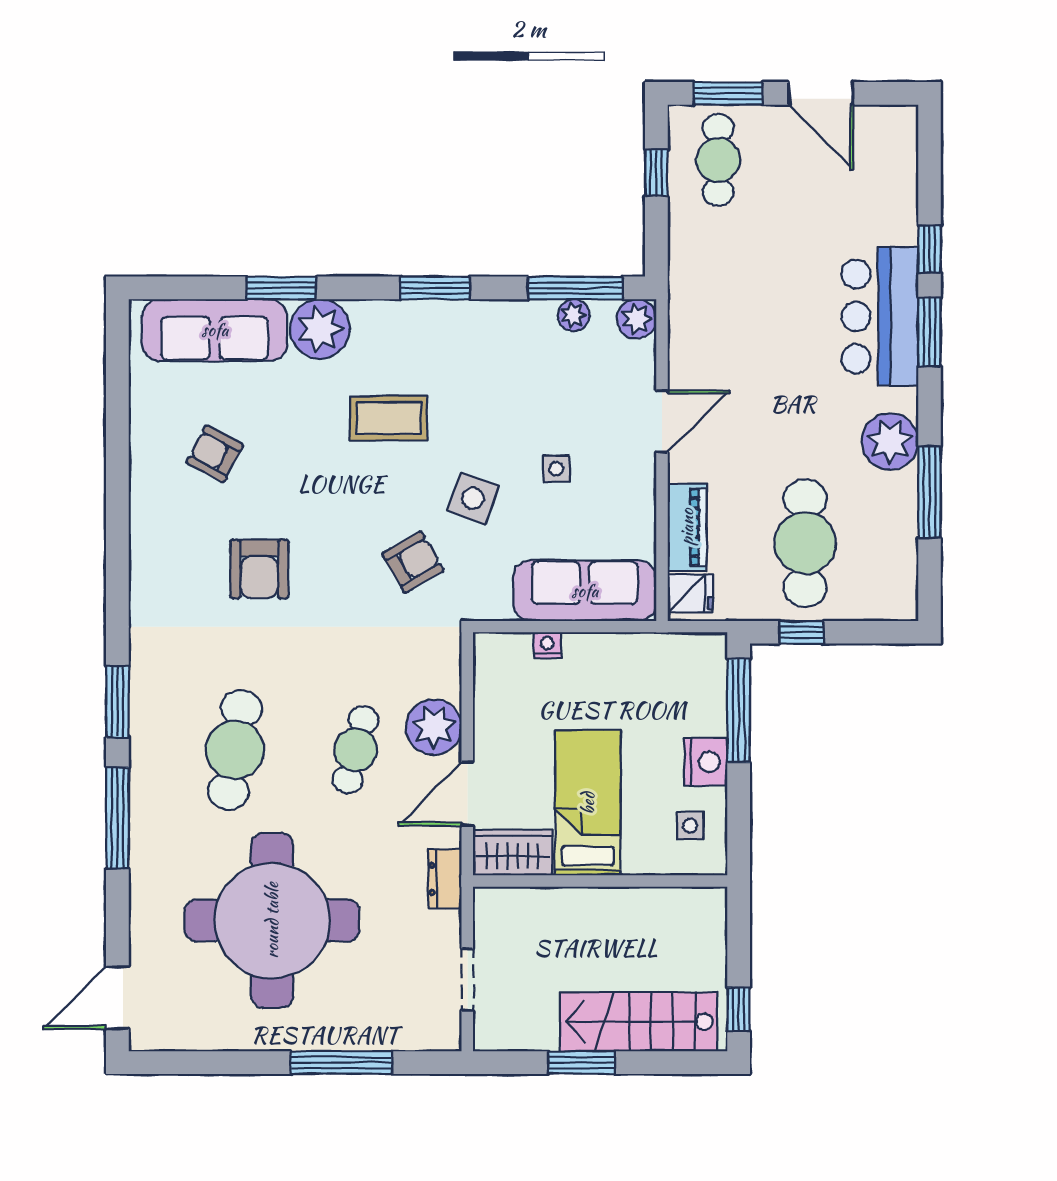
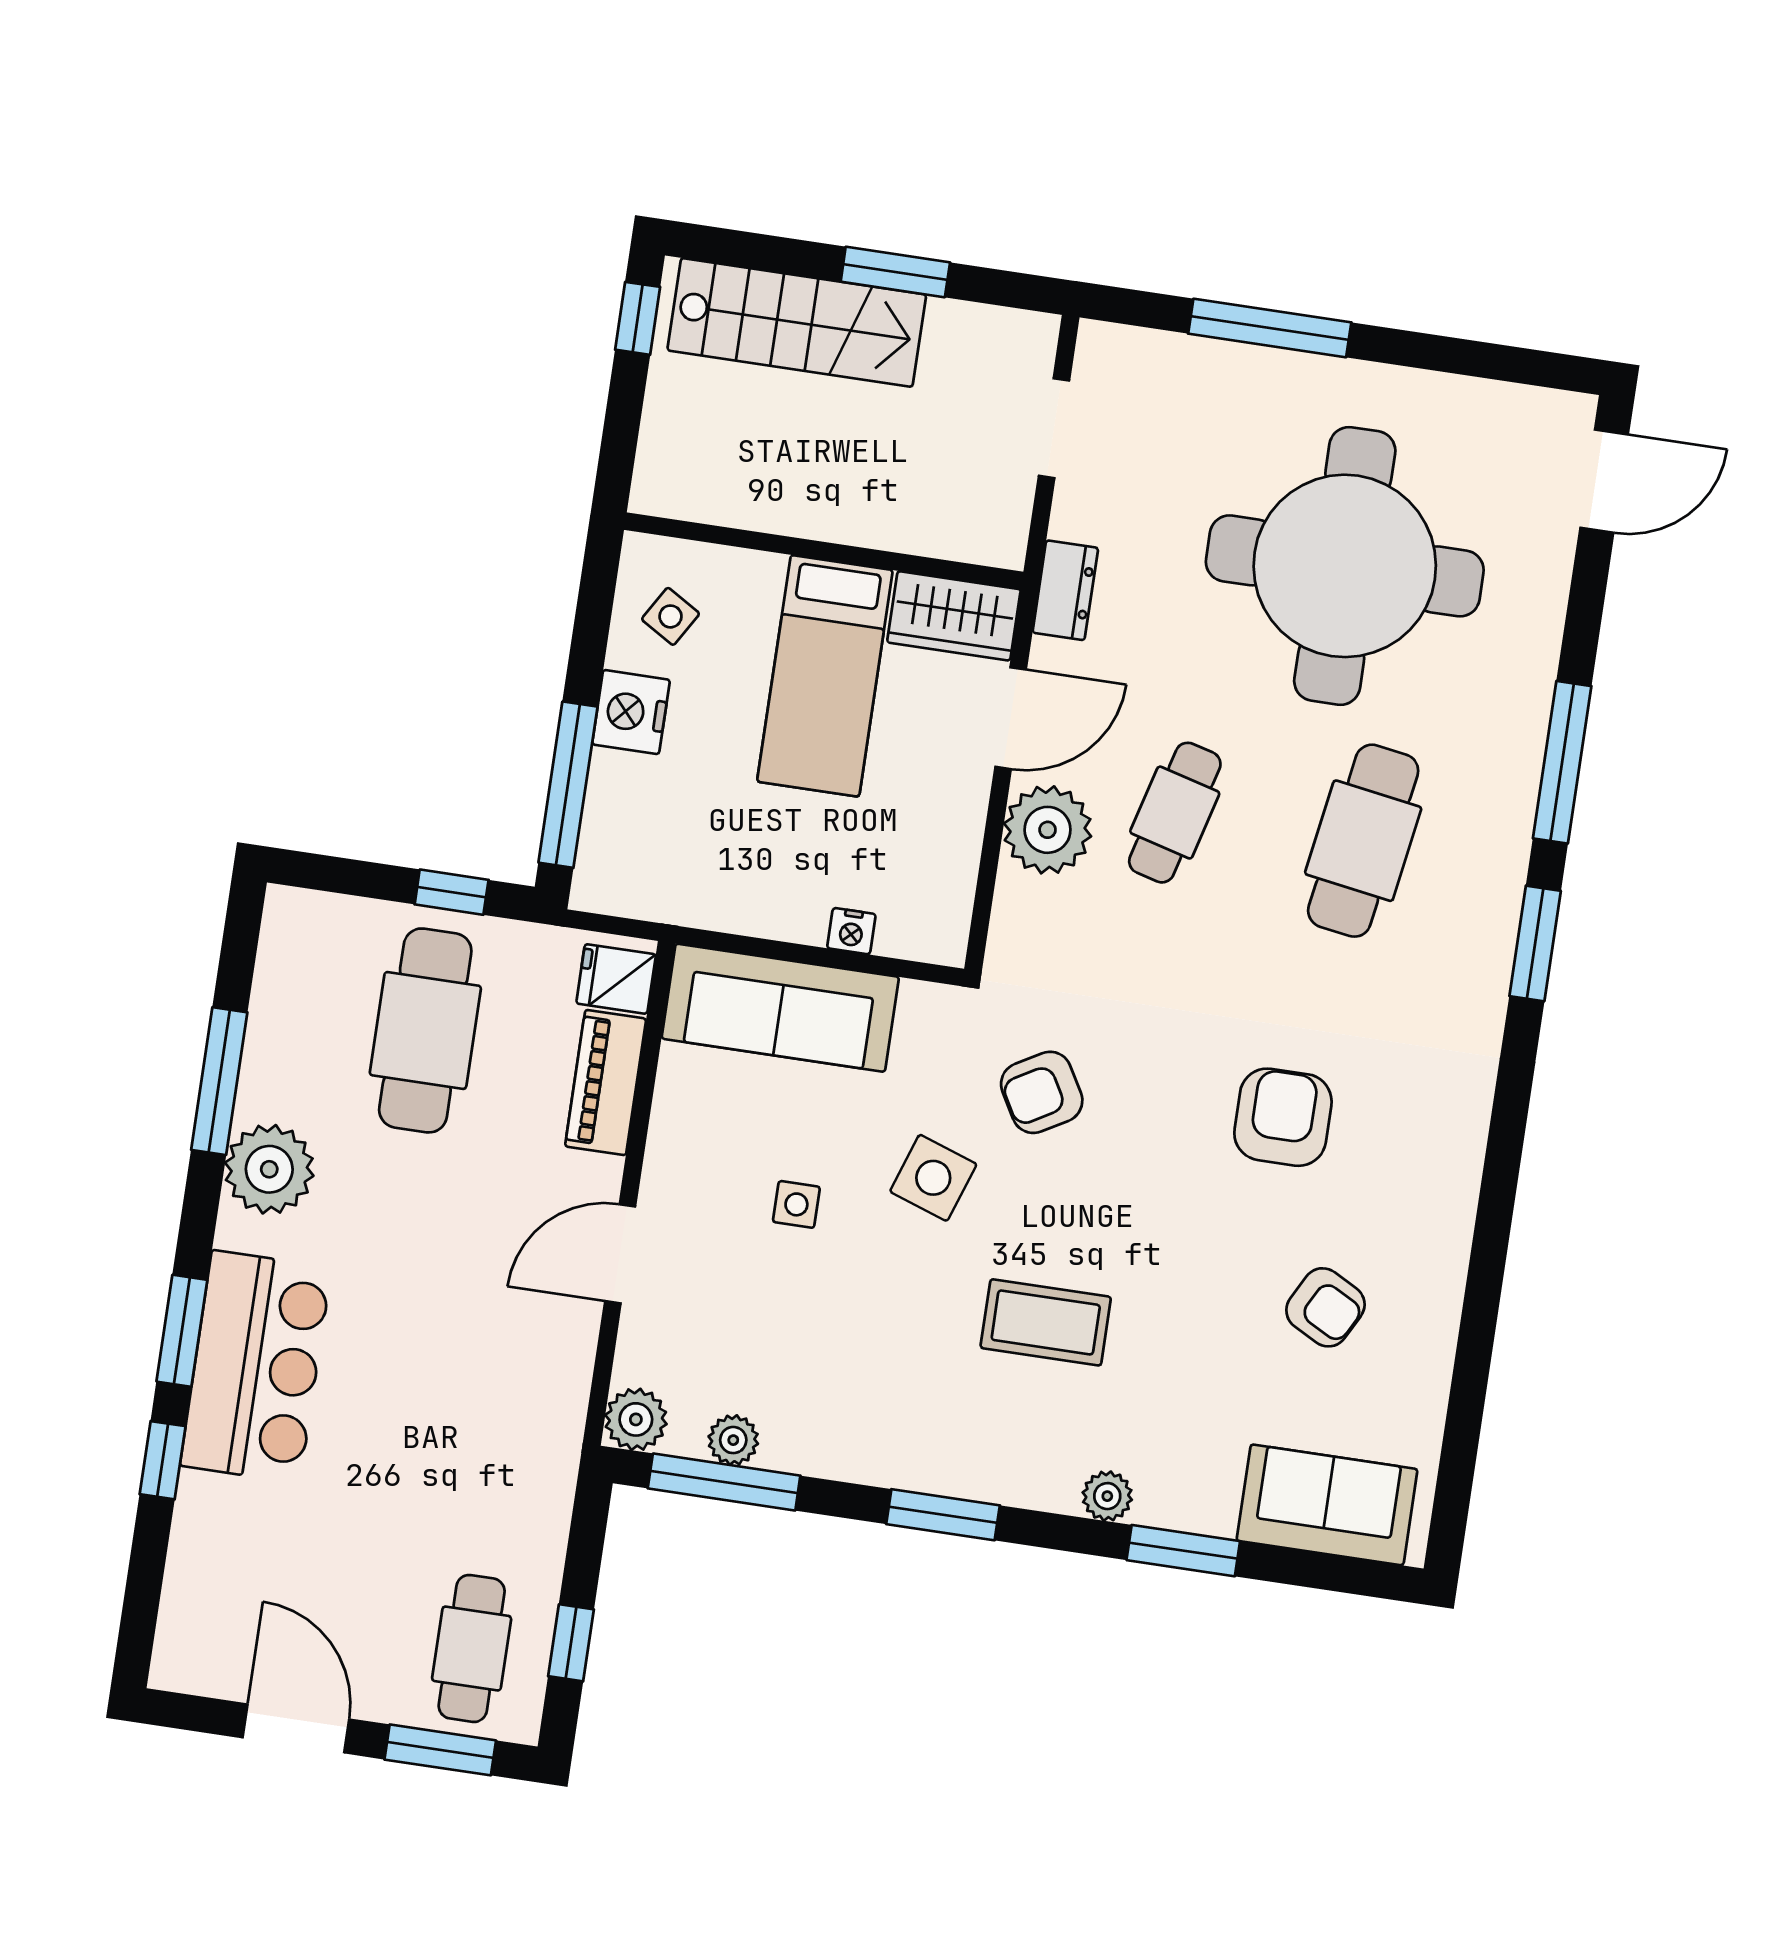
plant: (320, 329) -> (1107, 1496), width x0.53, depth x0.53
sofa: (215, 330) -> (1327, 1505), width x0.73
side table: (690, 826) -> (671, 616), turned 31

